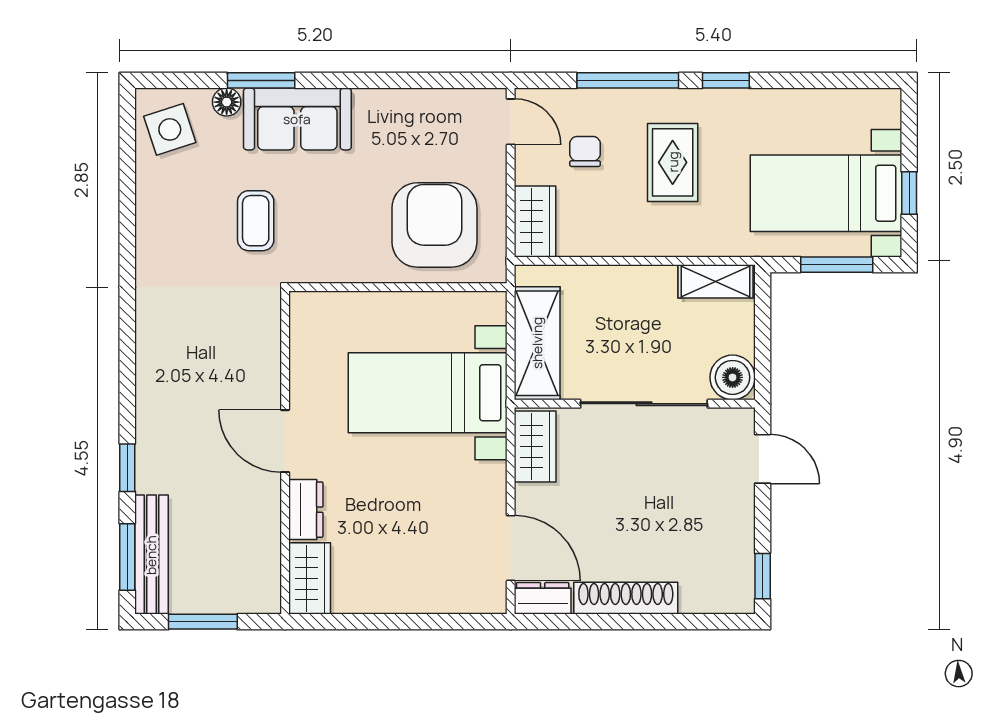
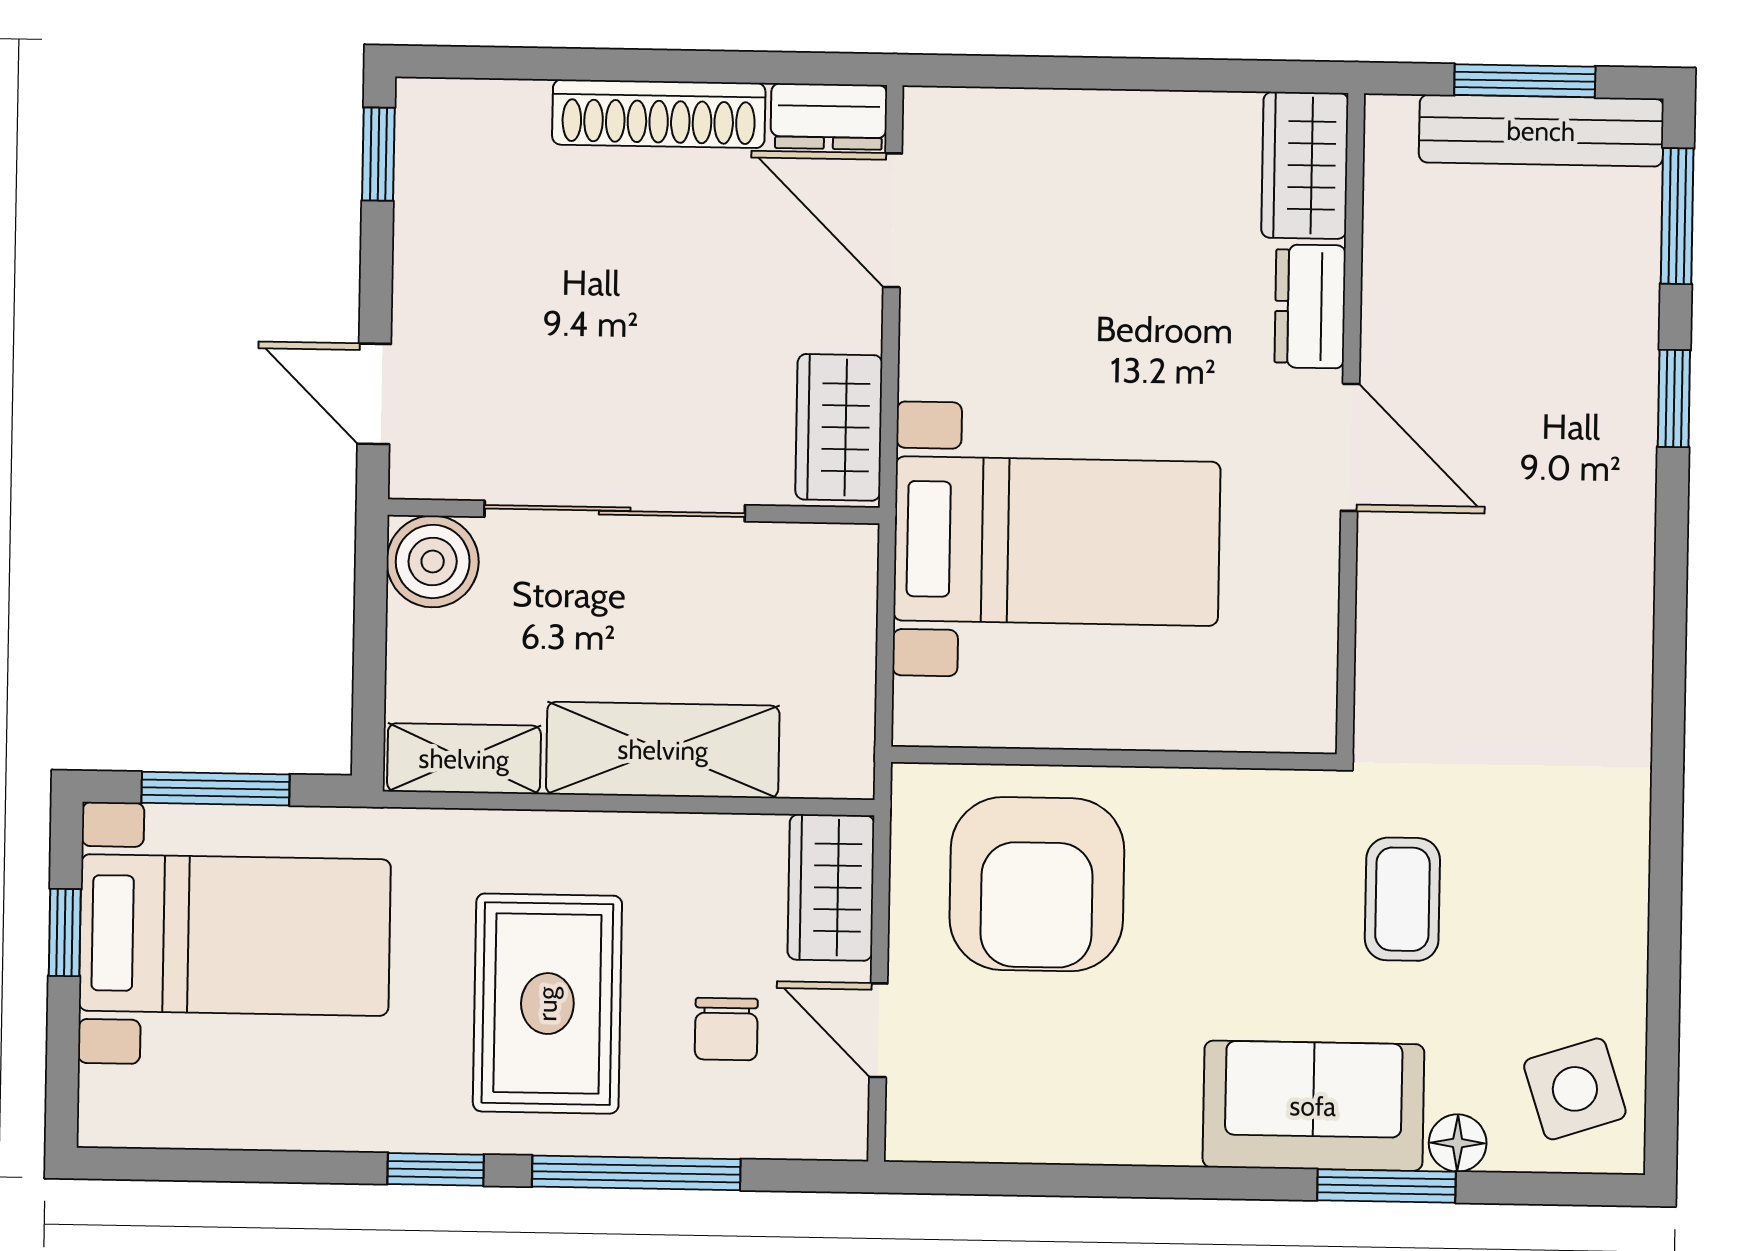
door: (511, 122) -> (878, 1030), moved
rug: (673, 162) -> (547, 1004), width x1.36, depth x1.43
shelving: (537, 343) -> (663, 750), moved, turned 90
bench: (151, 555) -> (1541, 131), moved, turned 90

